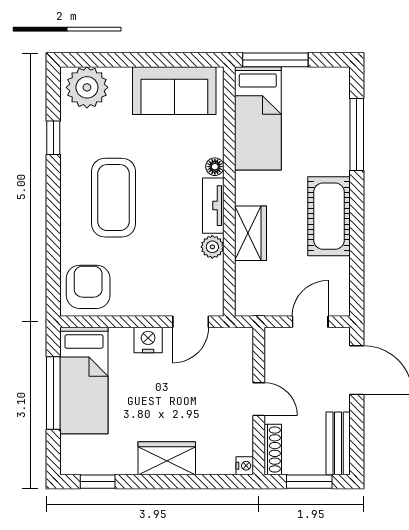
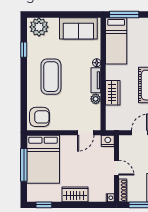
armchair: (88, 287) -> (40, 117), turned 90
nightstand: (148, 340) -> (108, 141), moved
bed: (84, 380) -> (43, 159), width x1.50

